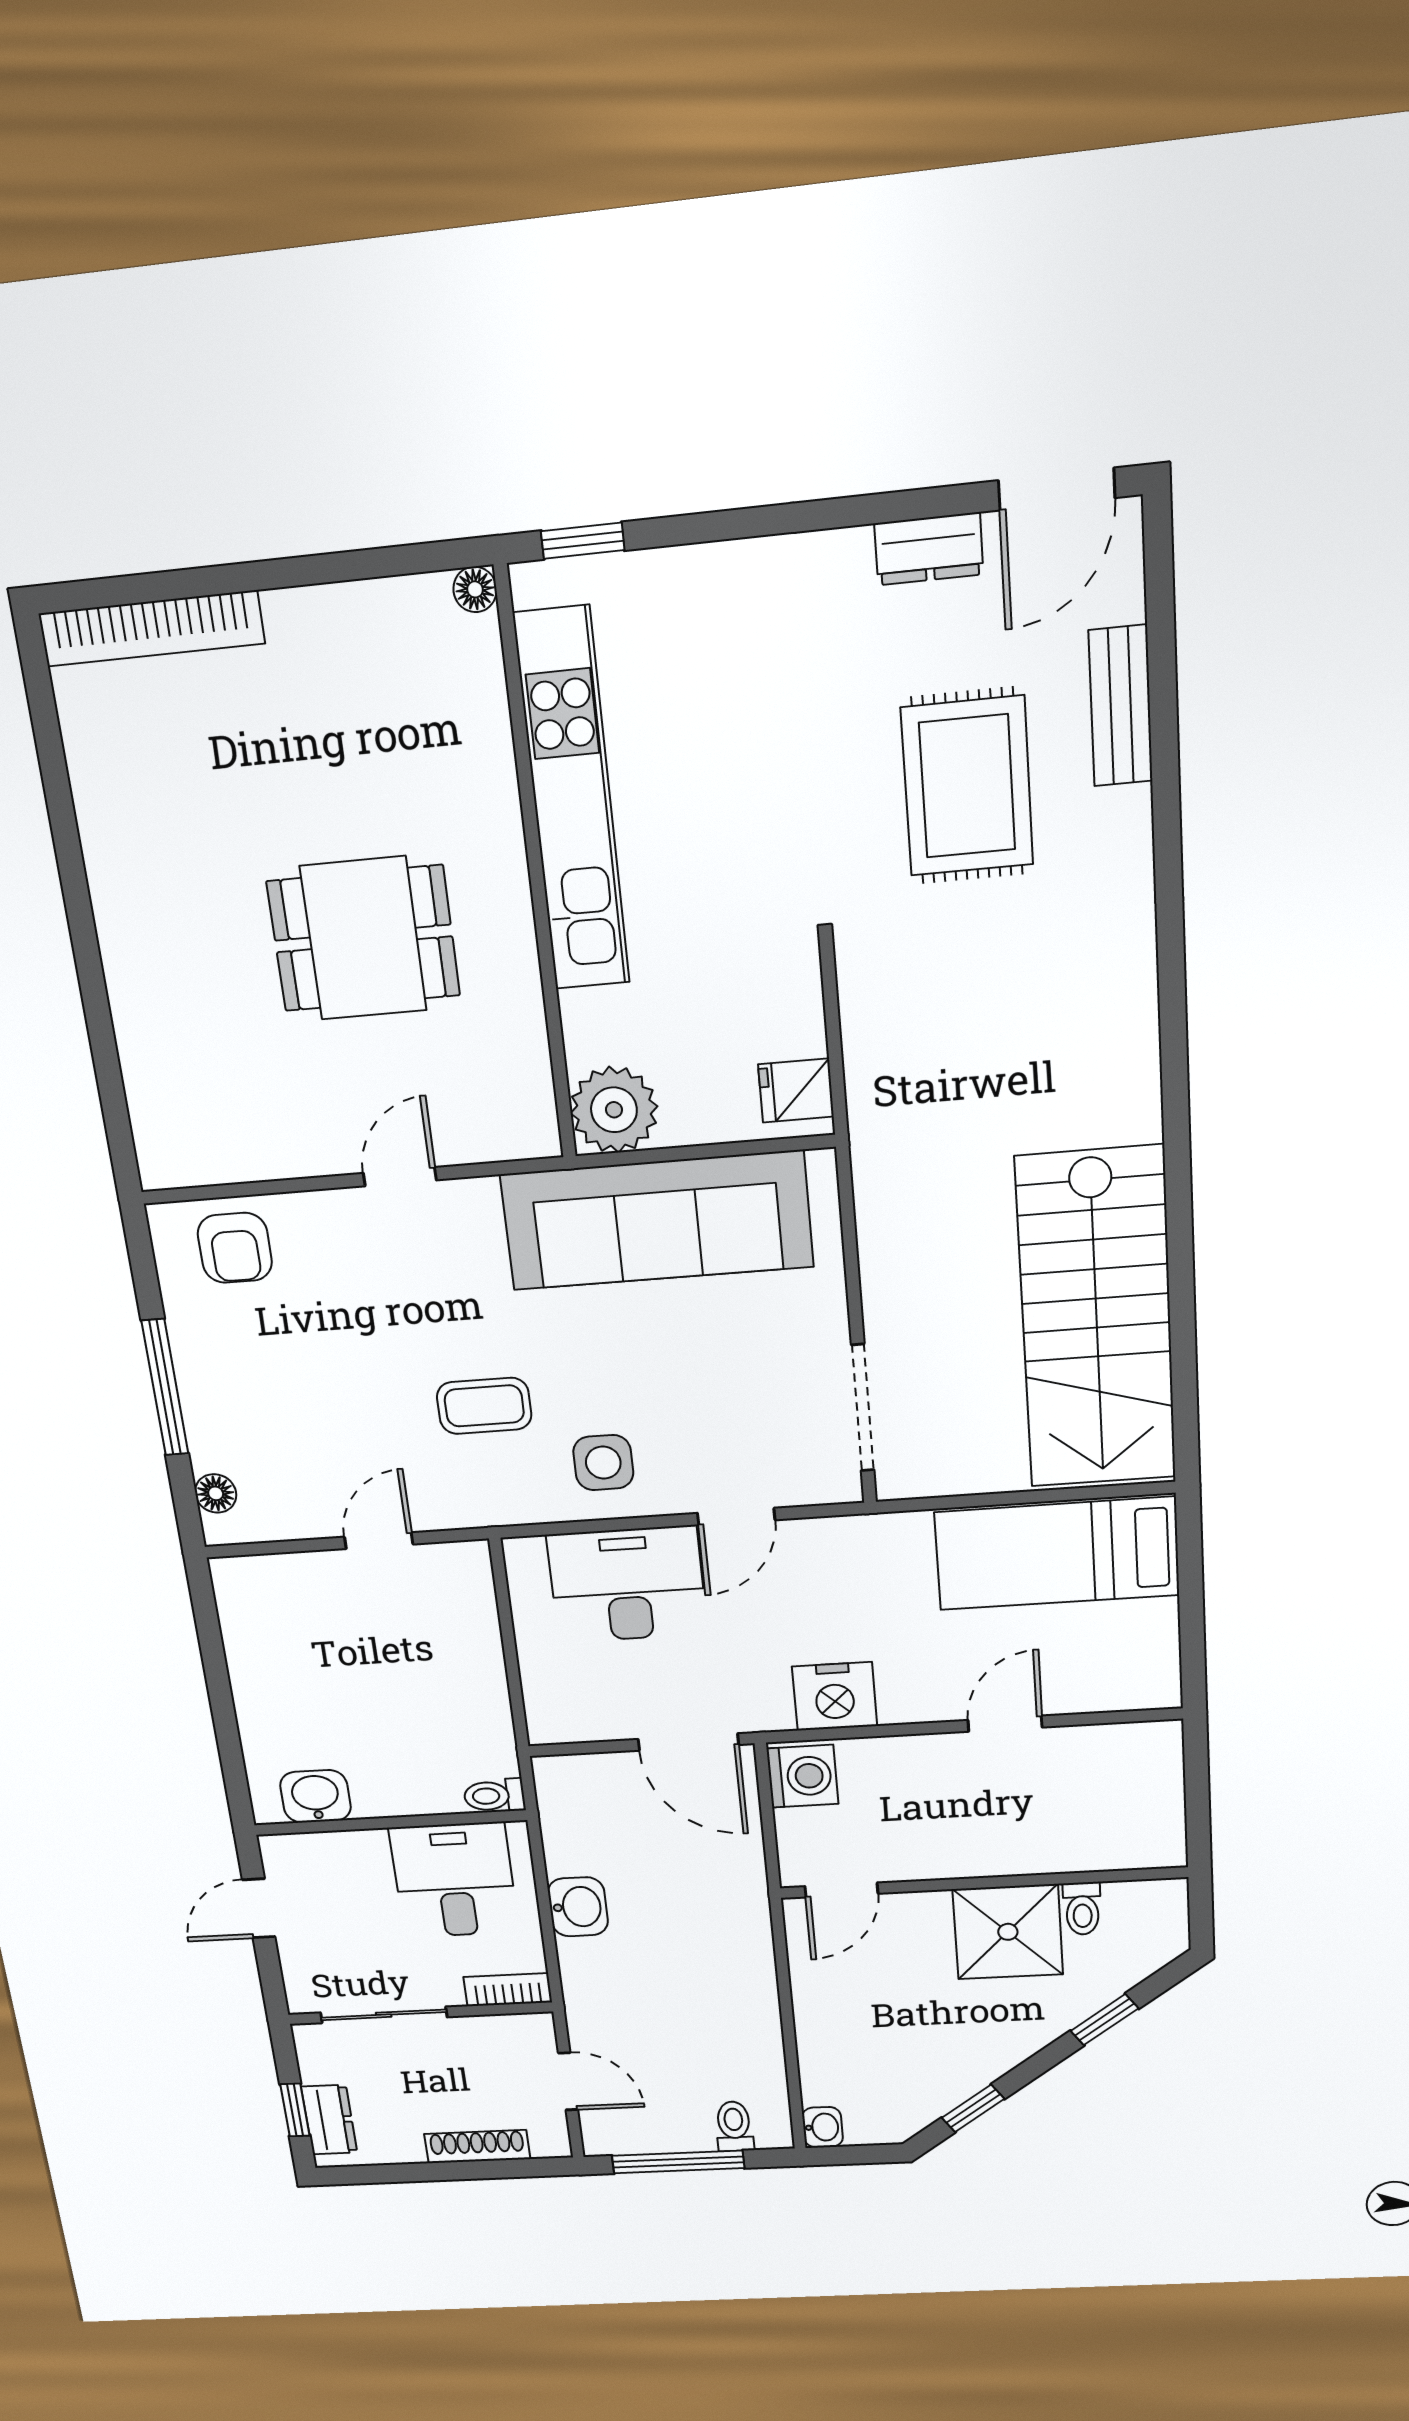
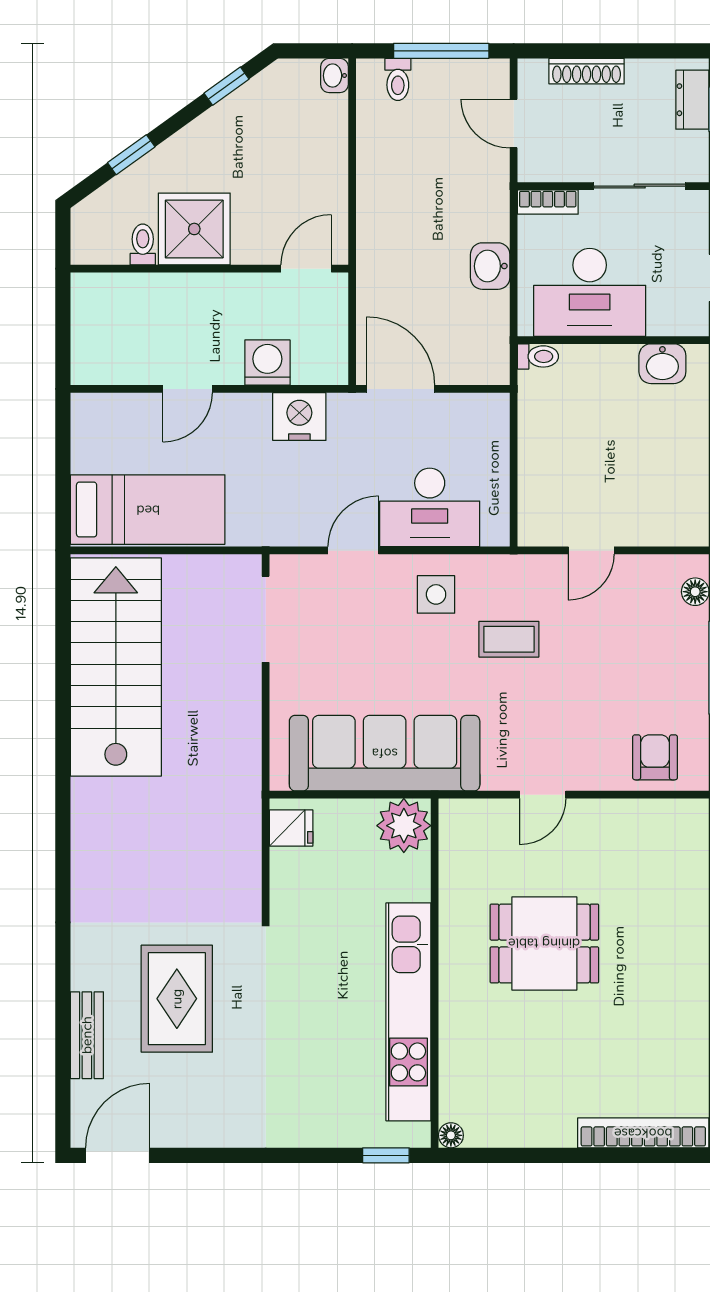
dresser: (929, 549) -> (191, 1131), removed
washing machine: (802, 1776) -> (267, 363), moved, turned 90
desk: (454, 1880) -> (590, 292), width x1.37

